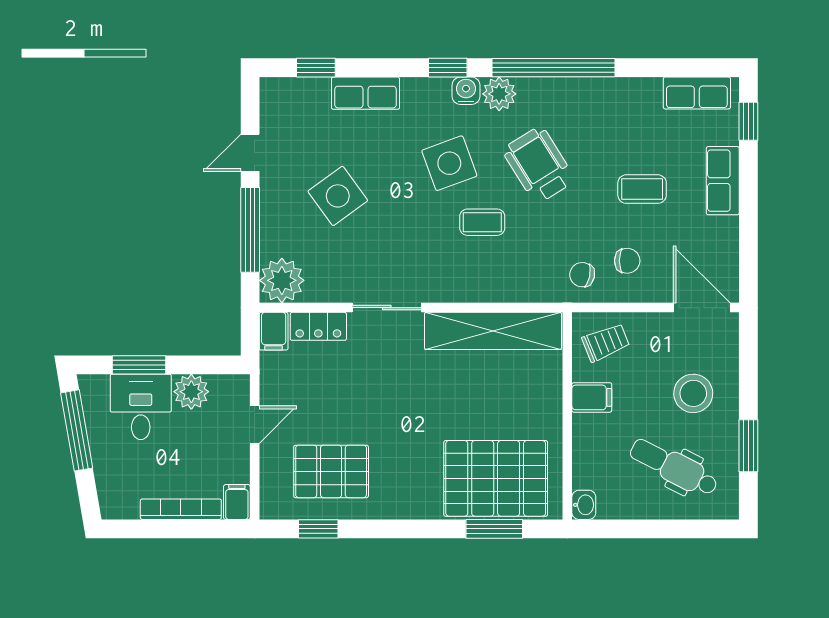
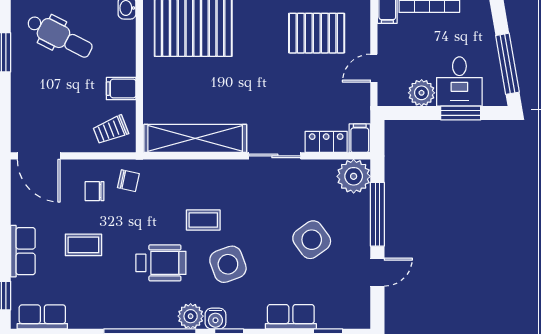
wheelchair: (539, 165) -> (161, 263), turned -58
stool: (693, 393) -> (45, 92), removed

